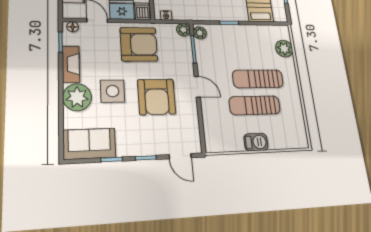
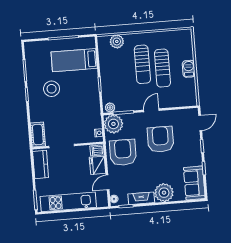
plant: (183, 30) -> (113, 124), width x1.87, depth x1.87
side table: (113, 91) -> (158, 170), removed
armchair: (157, 97) -> (160, 139), turned -90

